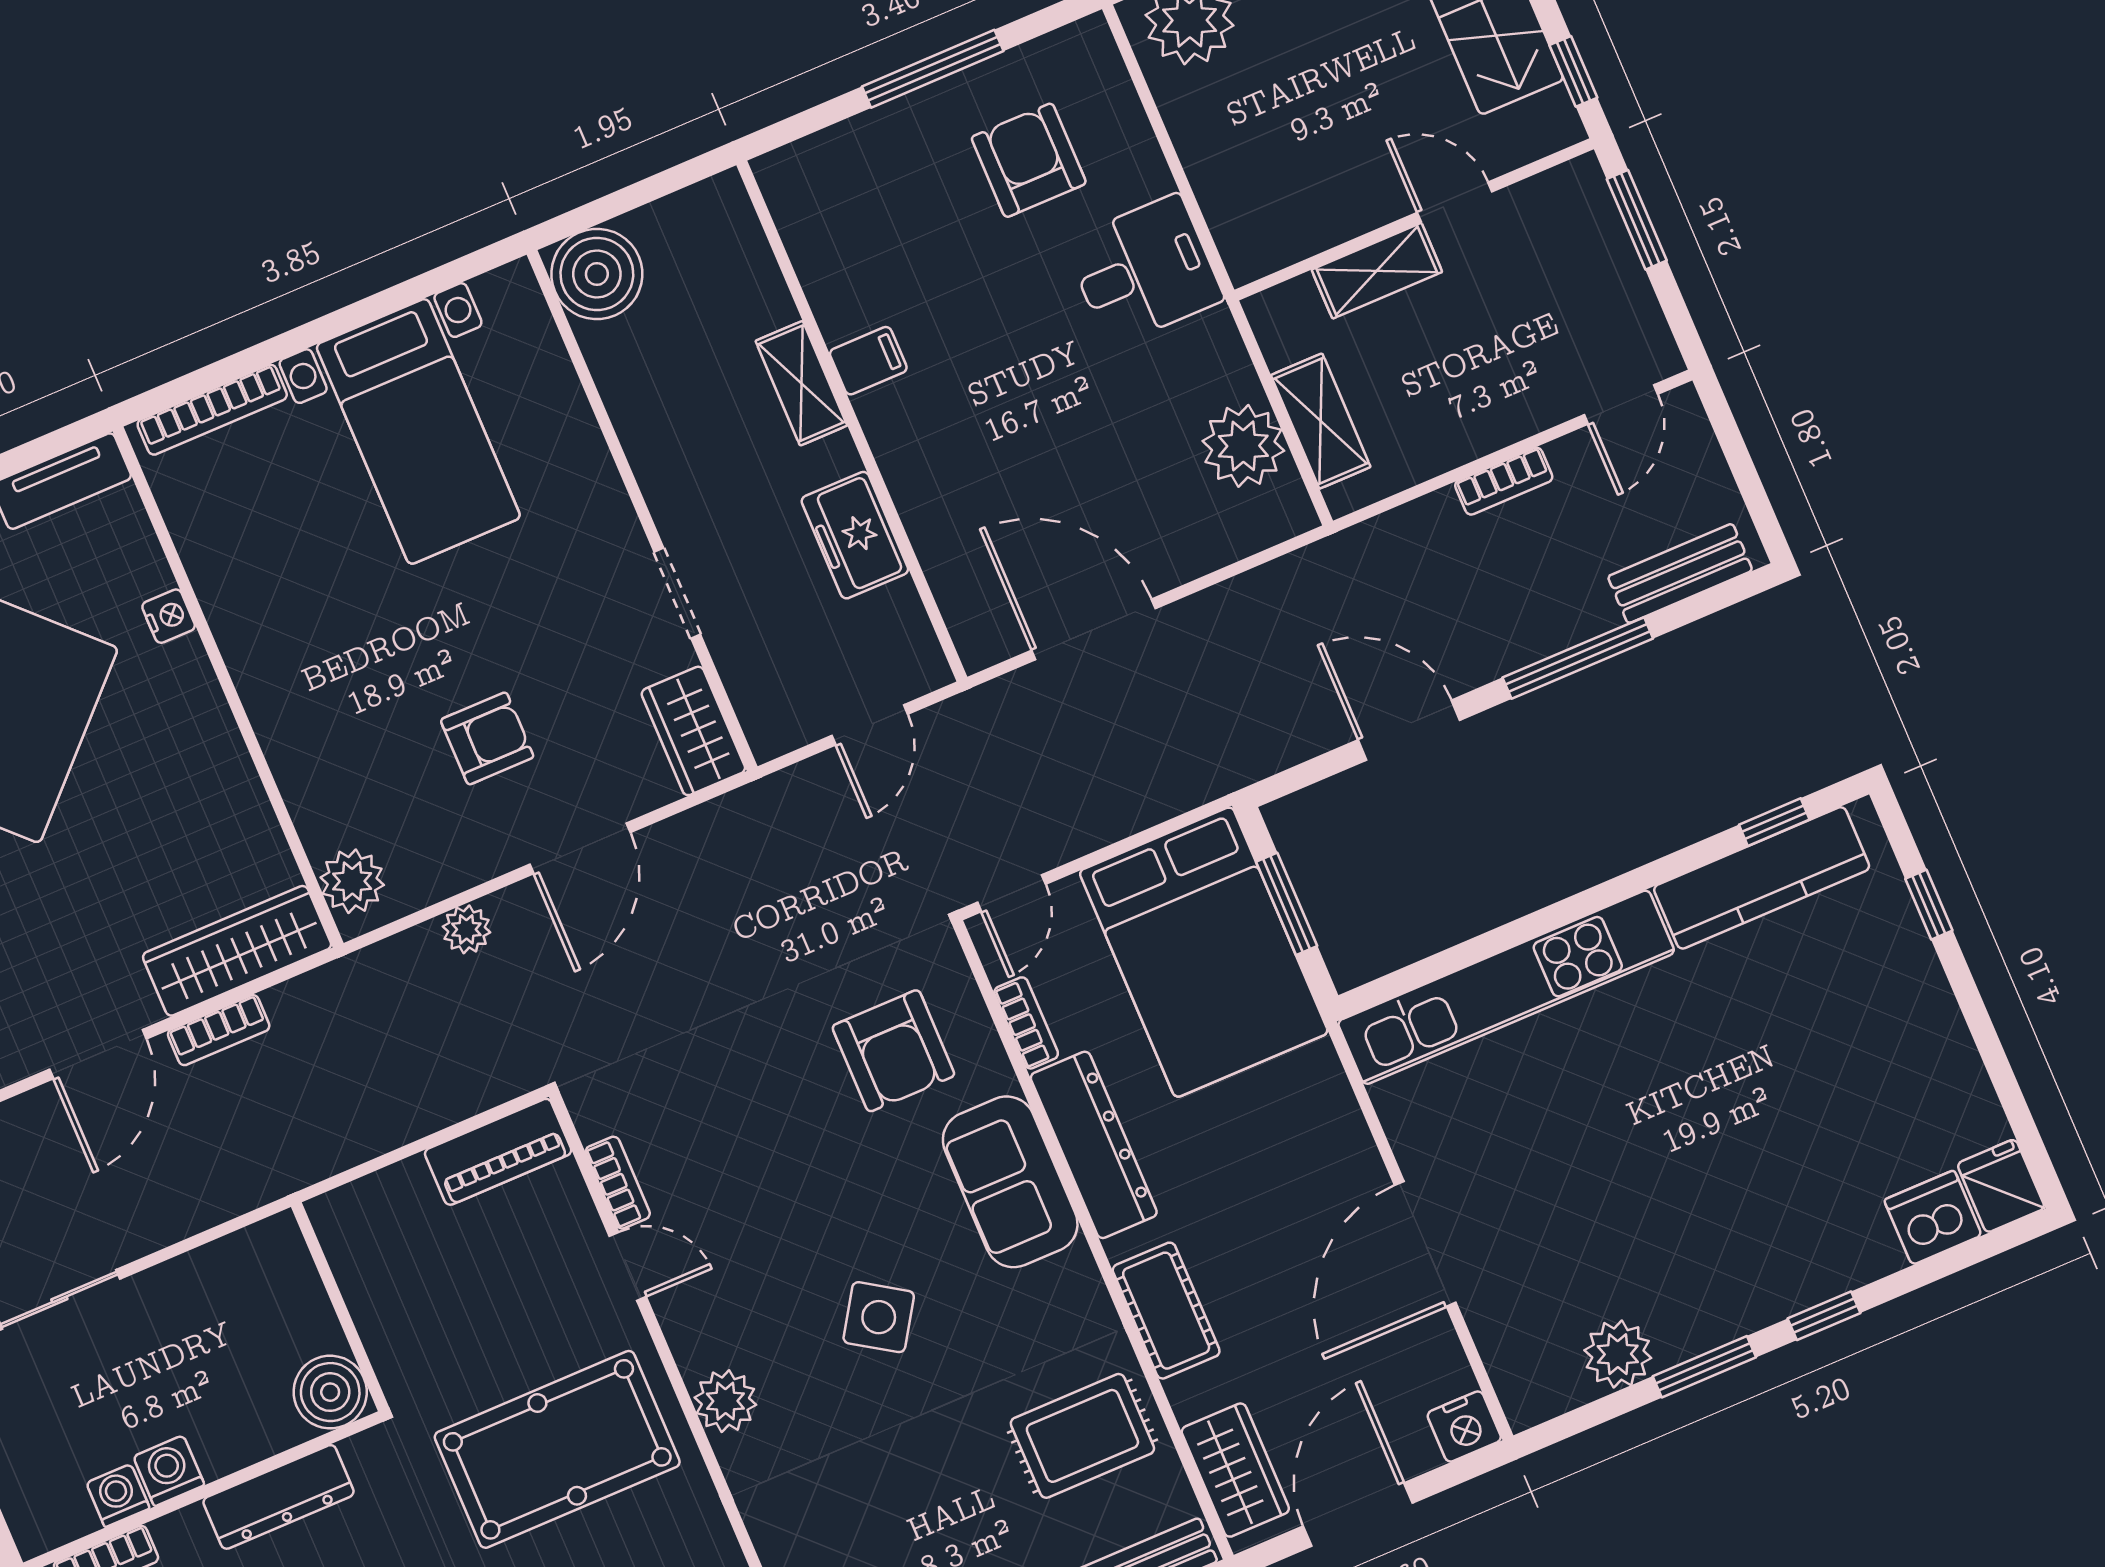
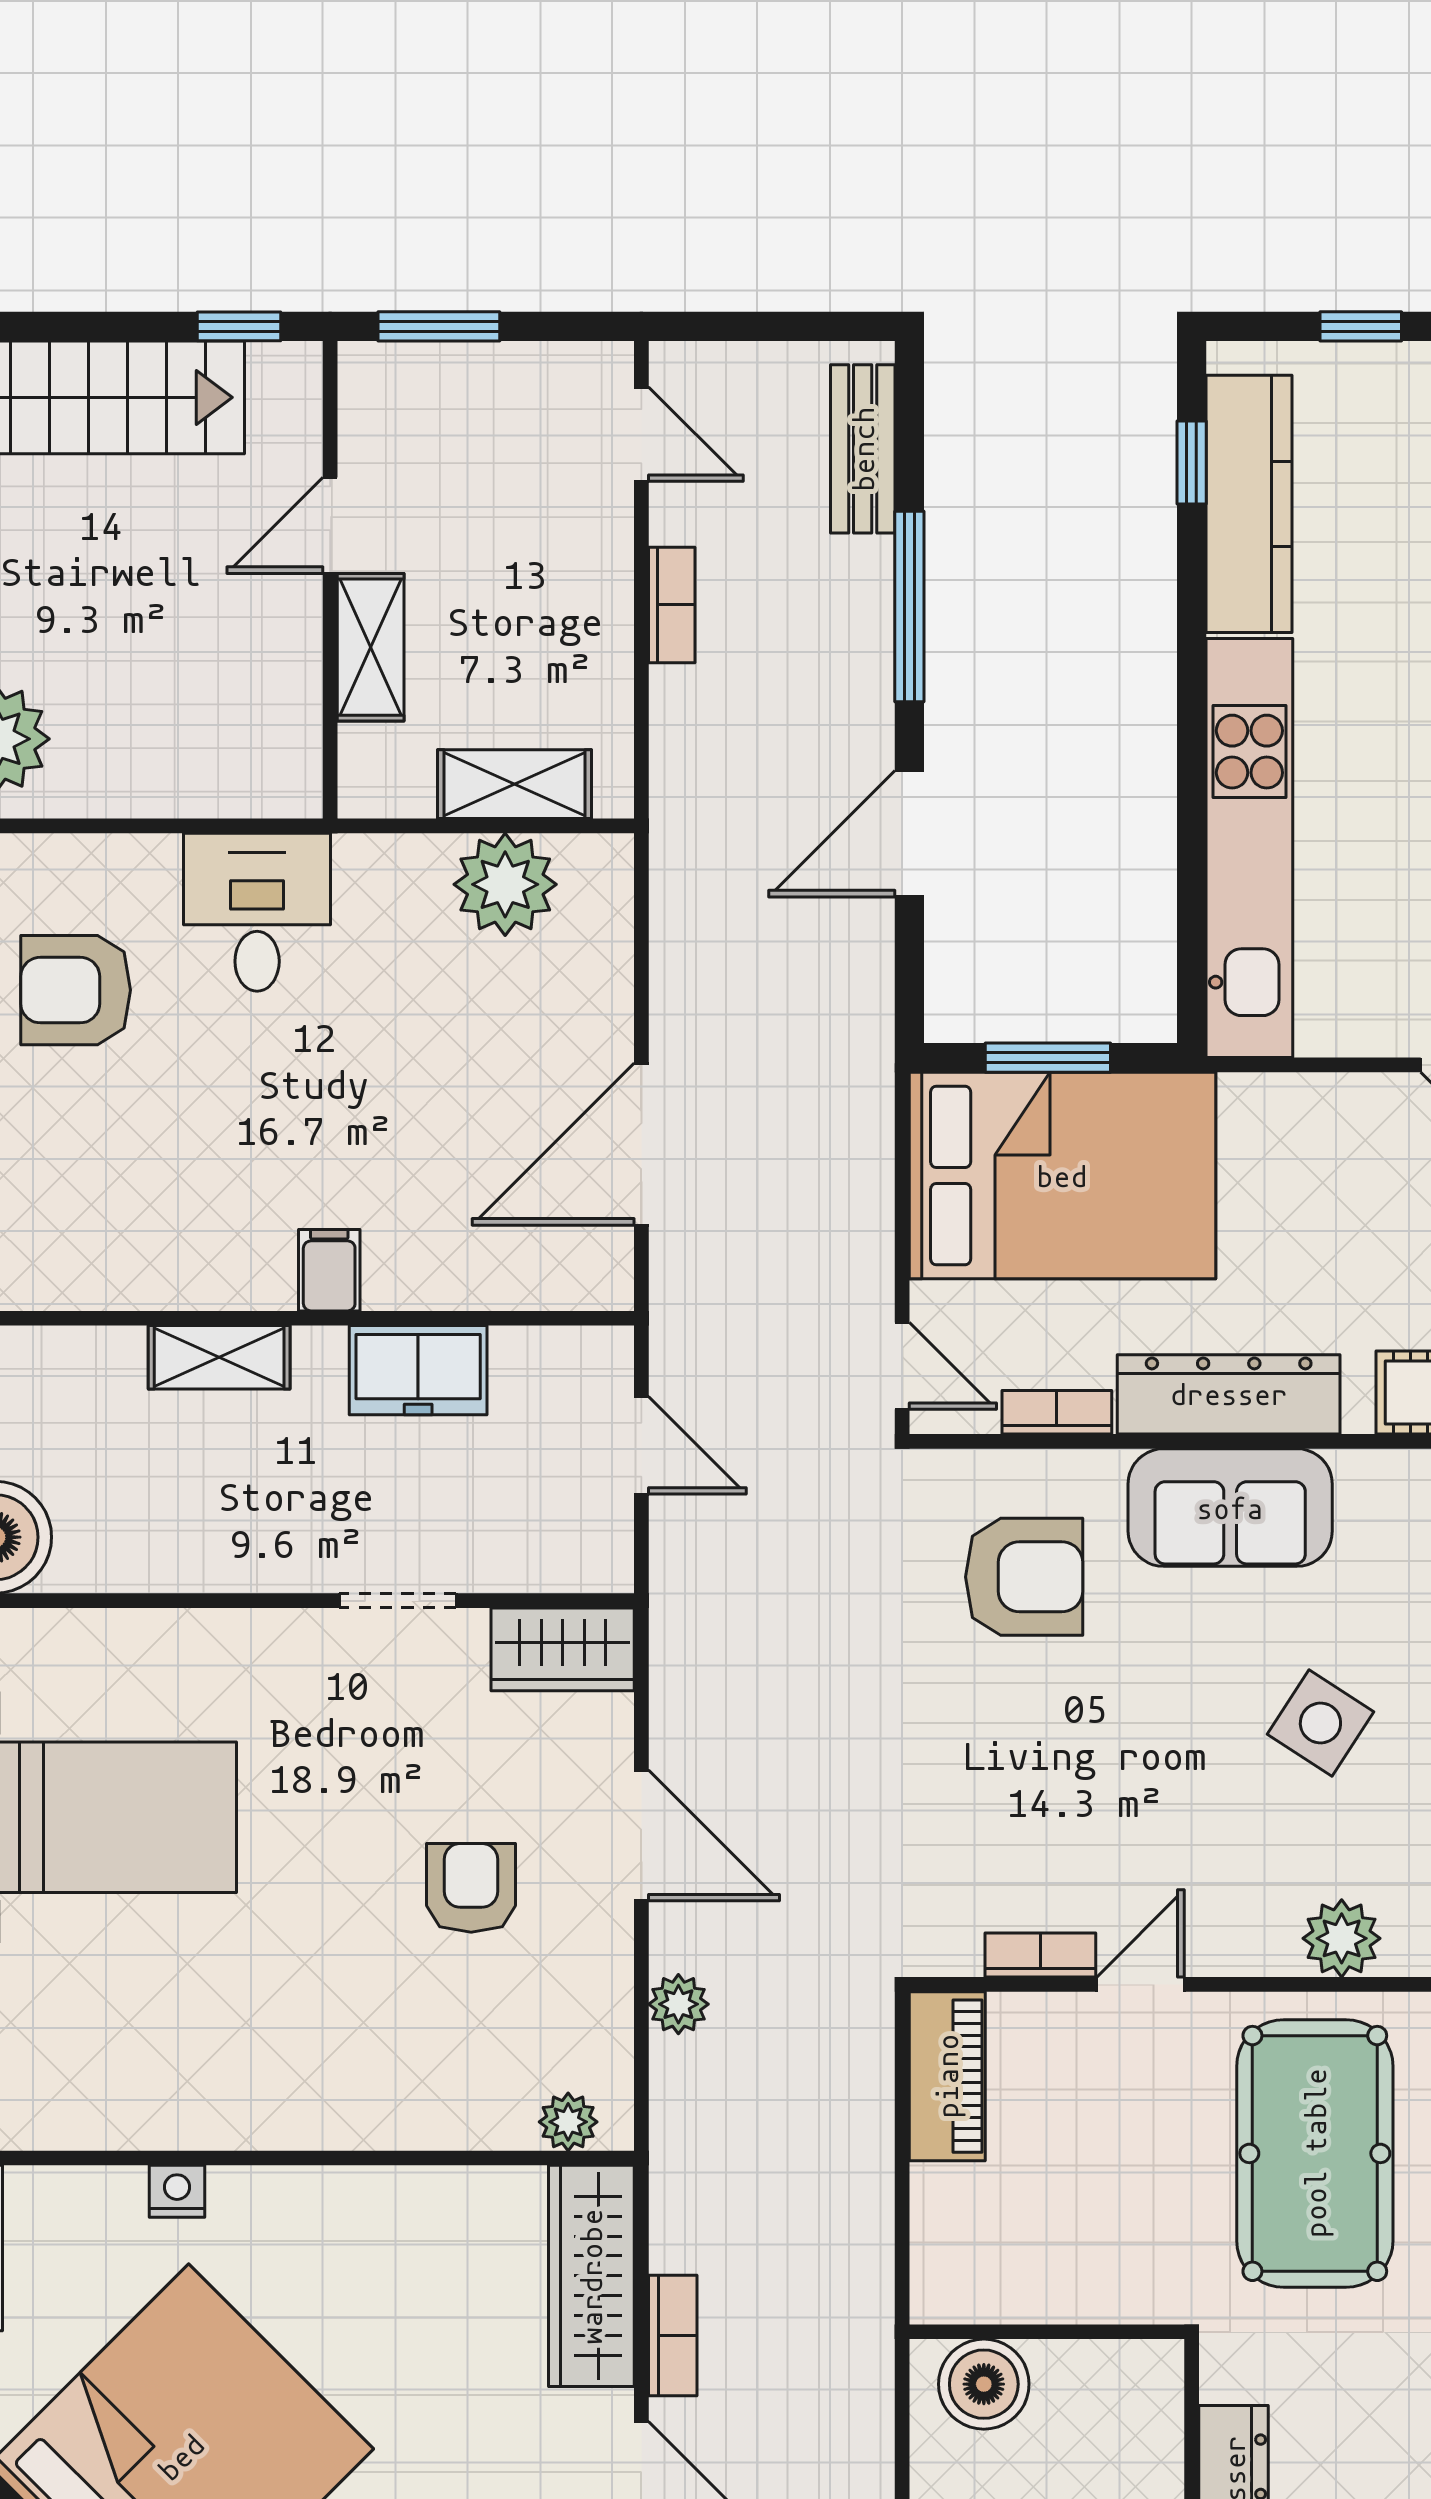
filing cabinet: (868, 361) -> (329, 1270), moved
plant: (352, 881) -> (568, 2122), width x0.73, depth x0.73
boiler: (330, 1392) -> (984, 2384), moved

